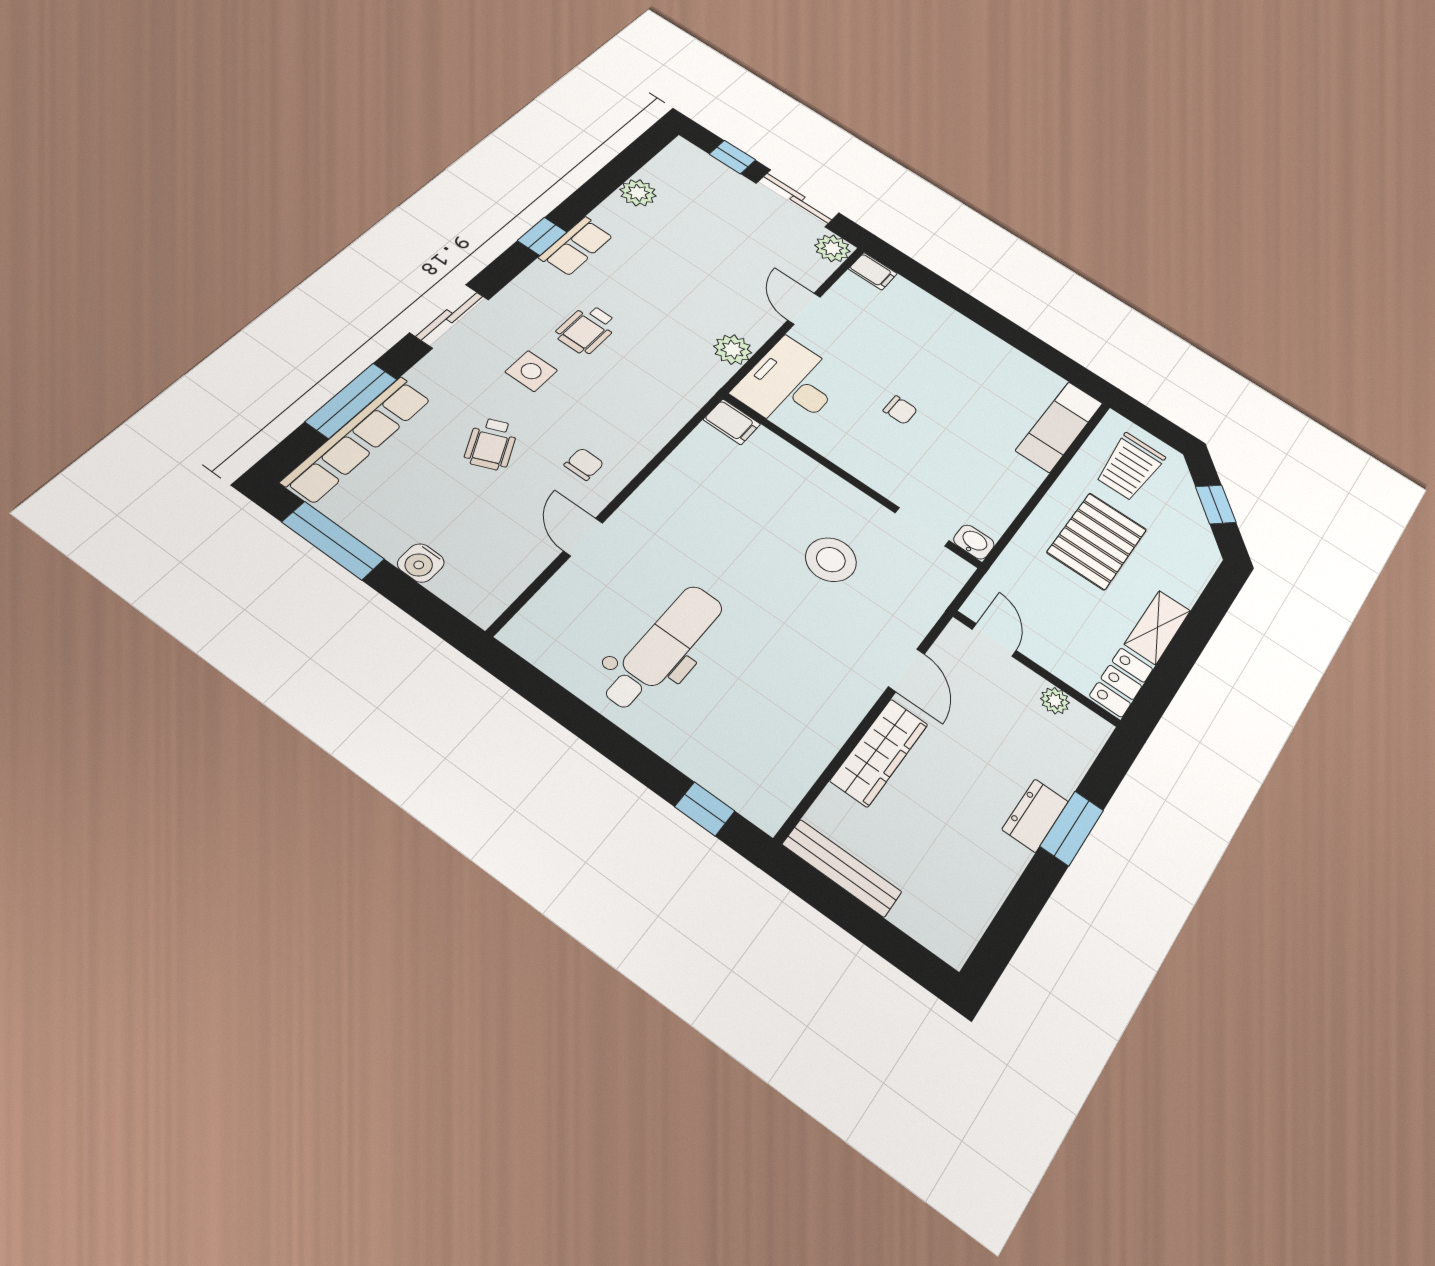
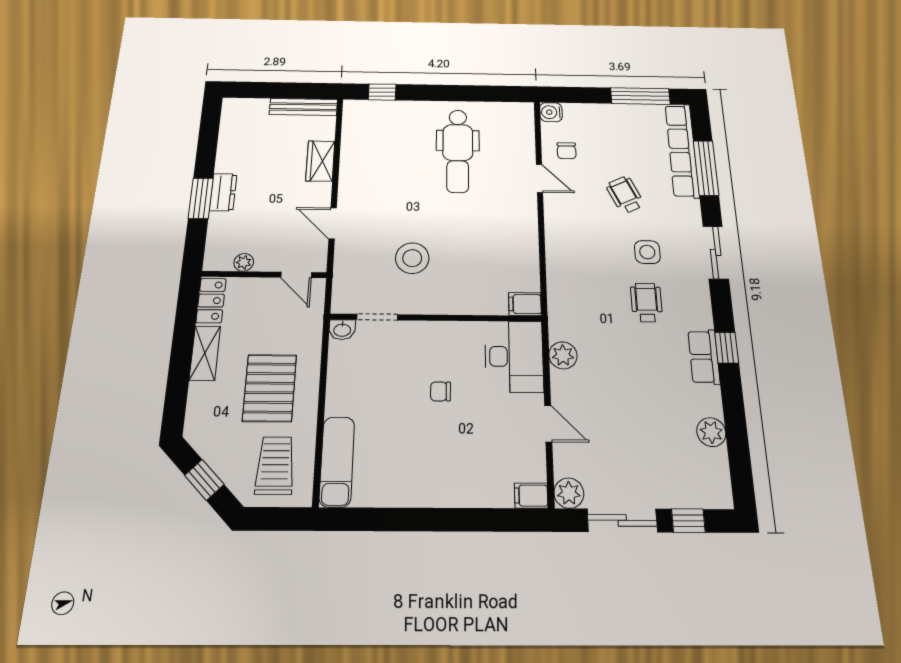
chair: (584, 464) -> (567, 151), moved
water cooler: (421, 563) -> (551, 112), moved, turned -90
wardrobe: (879, 752) -> (320, 161), width x0.67

